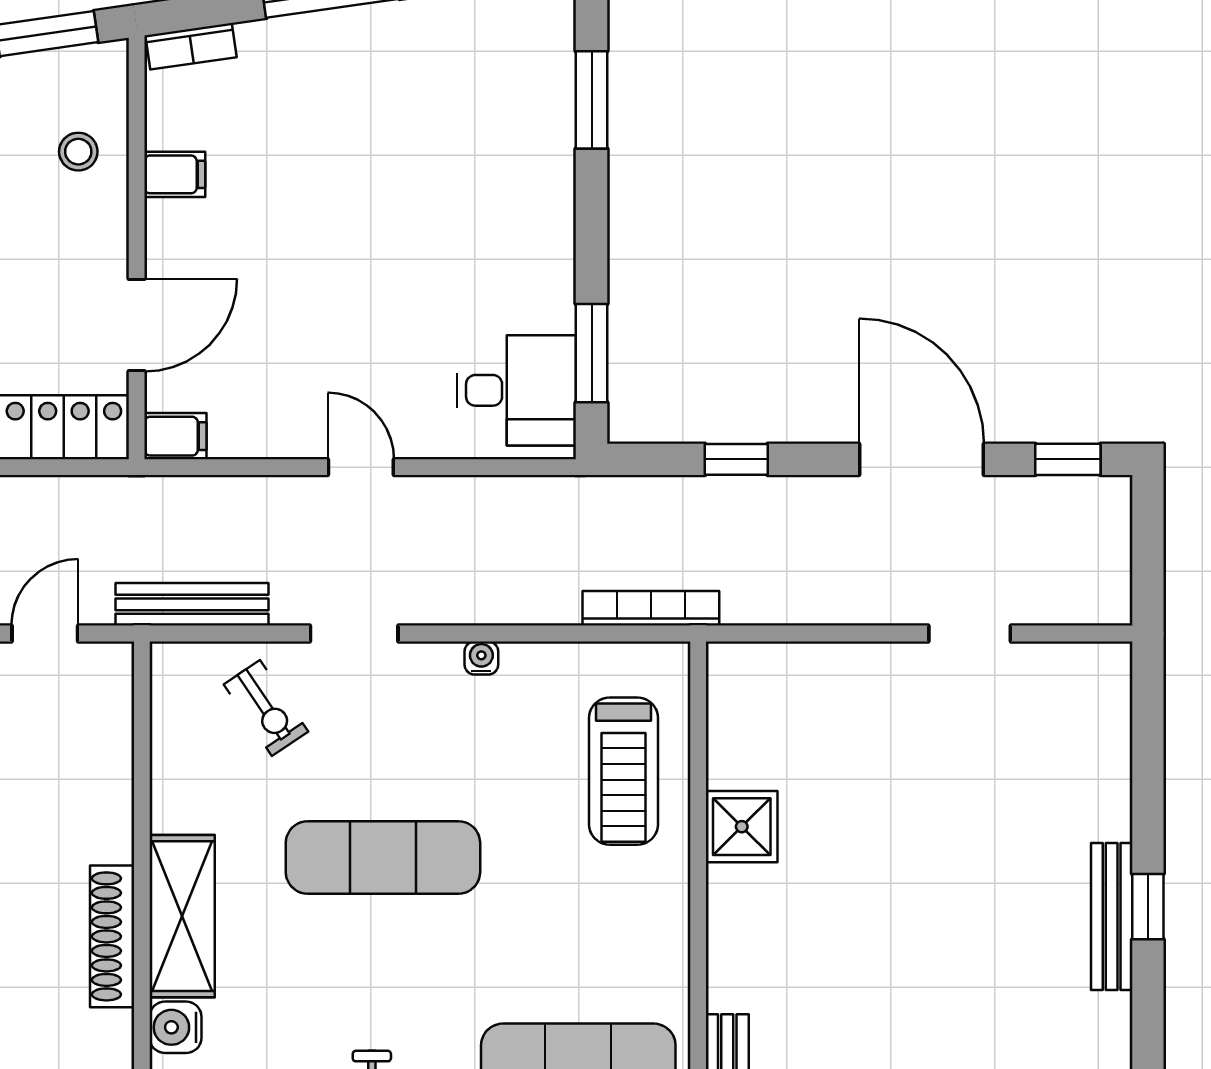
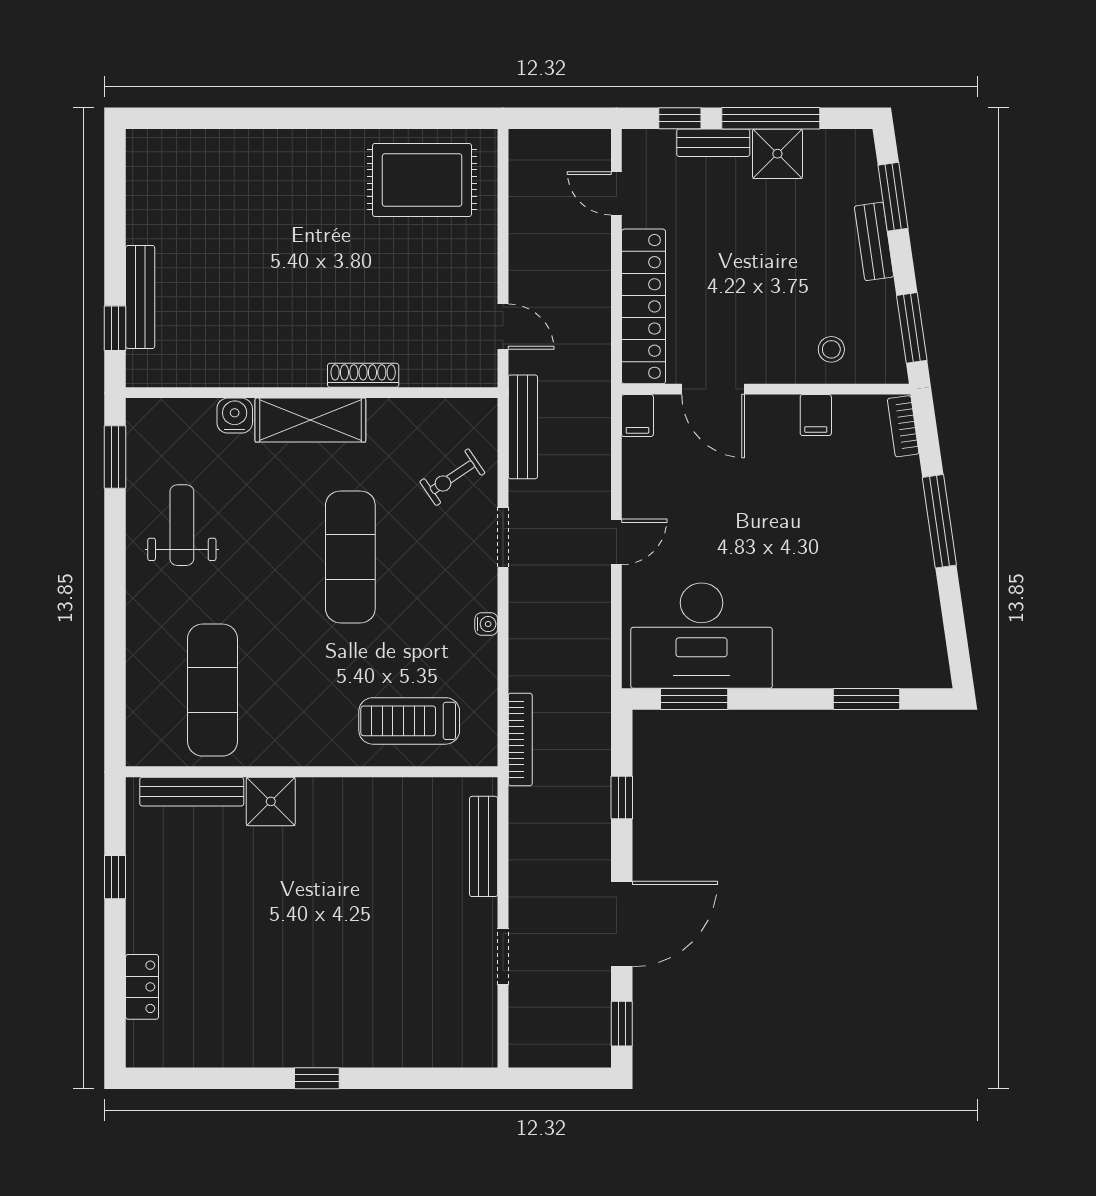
desk: (516, 390) -> (702, 636), width x1.87, depth x1.30
shower: (742, 827) -> (271, 801), moved
bench: (1112, 917) -> (484, 846), moved, turned 90
shoe rack: (112, 936) -> (363, 375), moved, width x0.74, depth x0.81

